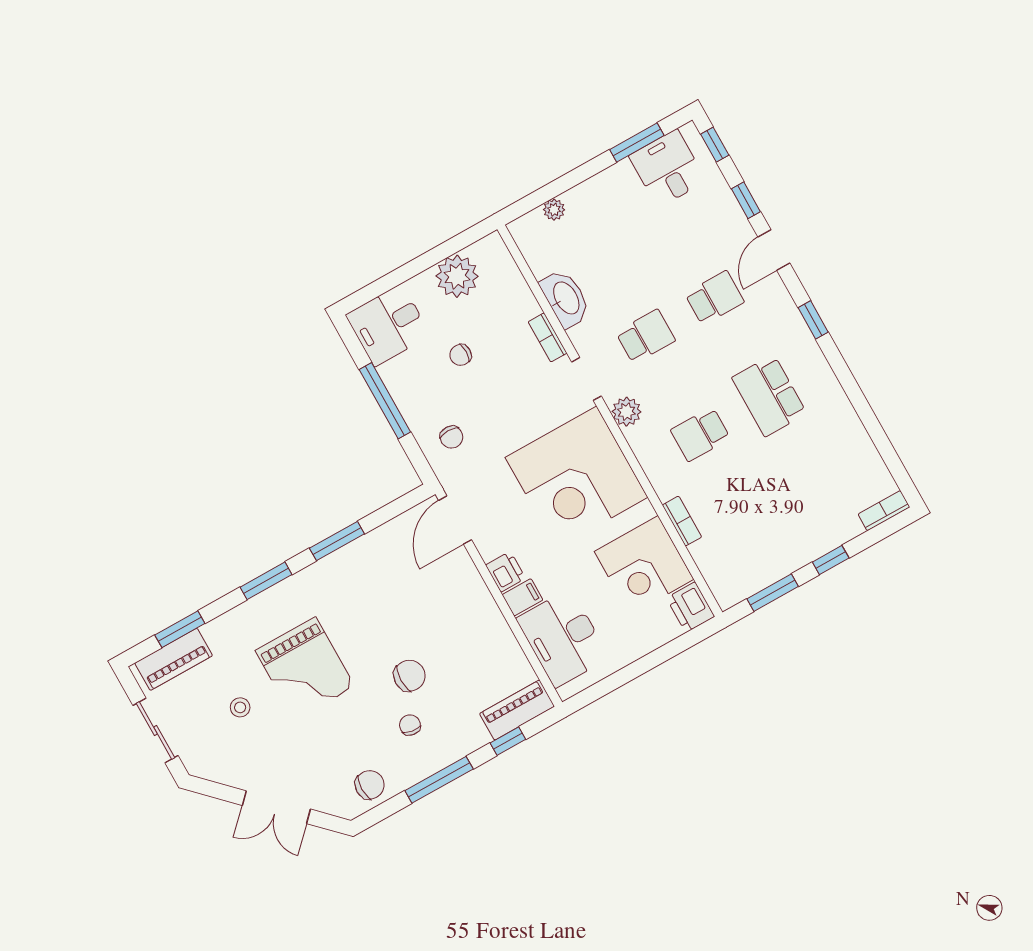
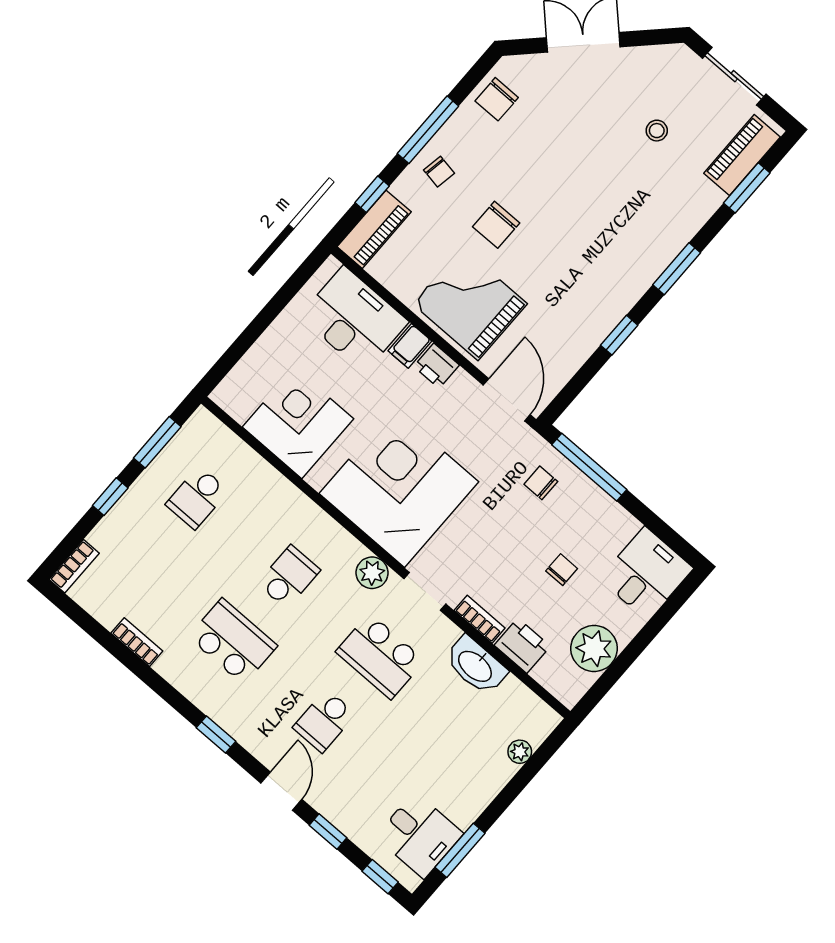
school desk: (646, 336) -> (380, 656), width x1.85
window: (385, 401) -> (589, 467), moved
bookcase: (682, 521) -> (137, 642), moved, turned 180
school desk: (755, 532) -> (197, 498), added
window: (337, 541) -> (619, 335), width x0.67
printer: (690, 607) -> (522, 646), moved
grand piano: (305, 669) -> (470, 304), moved
chair: (410, 725) -> (439, 172), moved

